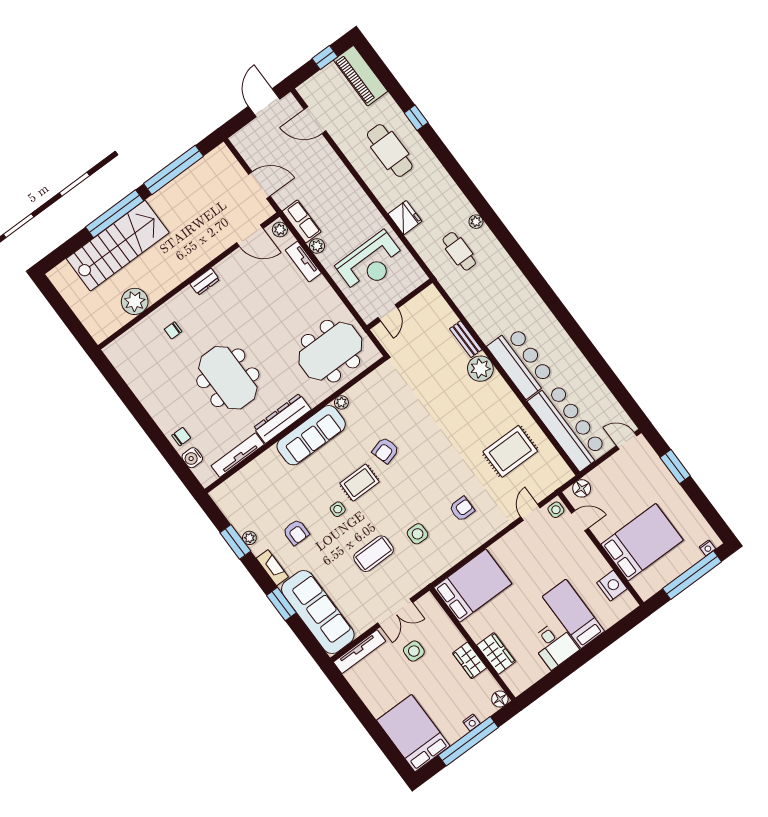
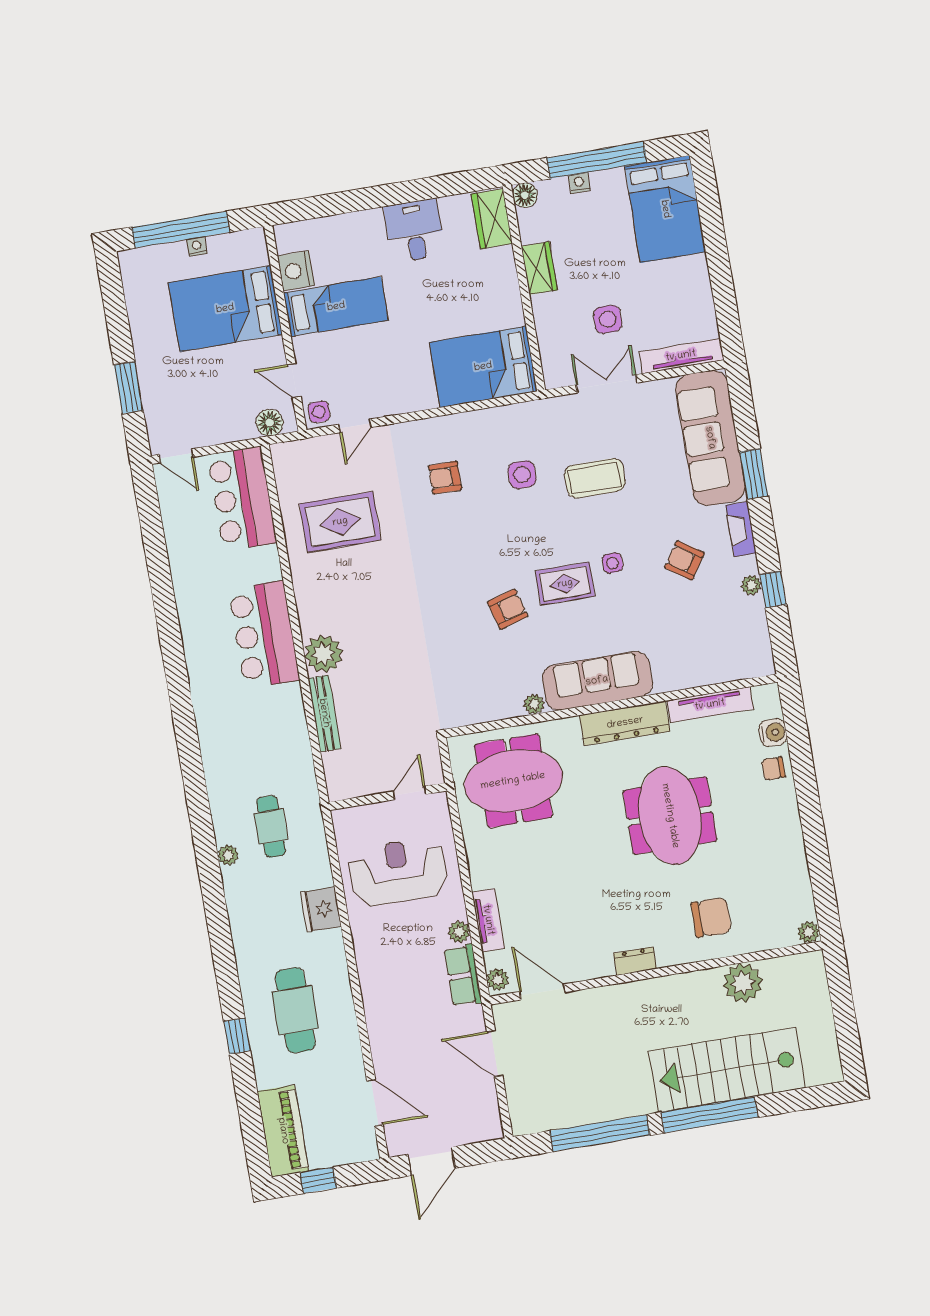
chair: (173, 330) -> (711, 917), width x1.87, depth x1.87
bench: (466, 339) -> (324, 713), width x1.36
plant: (111, 351) -> (809, 932), added
bar counter: (568, 426) -> (242, 499), width x0.73
armchair: (296, 532) -> (685, 560), turned -56
window: (235, 542) -> (773, 589), width x0.67
nightstand: (707, 548) -> (197, 246), moved
bed: (573, 614) -> (336, 307), moved, turned -90
wardrobe: (496, 653) -> (492, 219), moved

